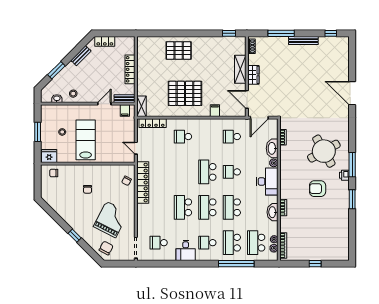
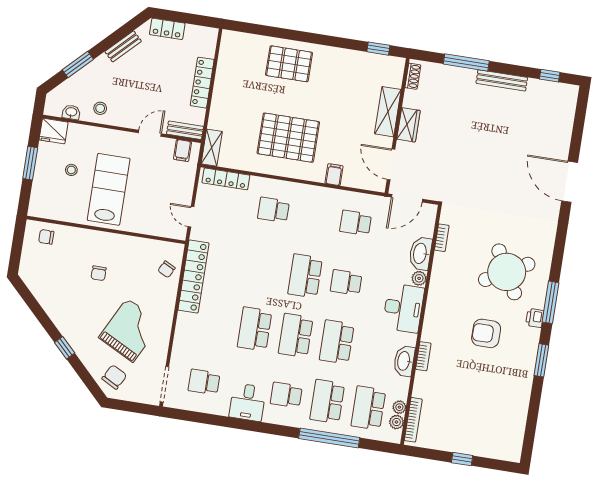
fridge: (49, 156) -> (54, 131), moved, turned 180

